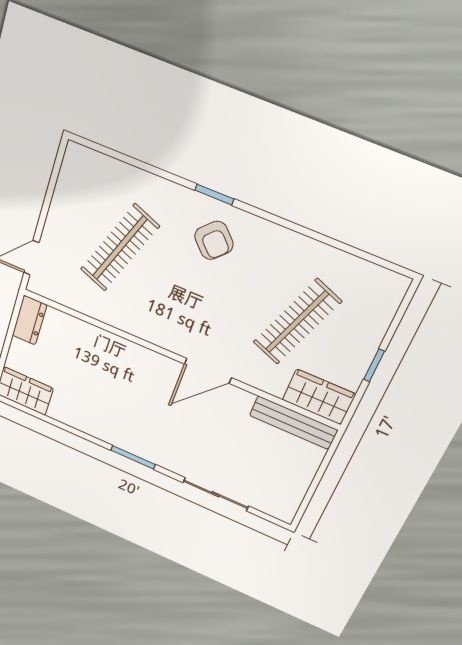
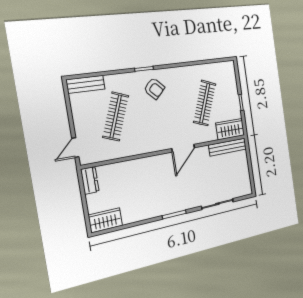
bench: (97, 165) -> (86, 84), added

